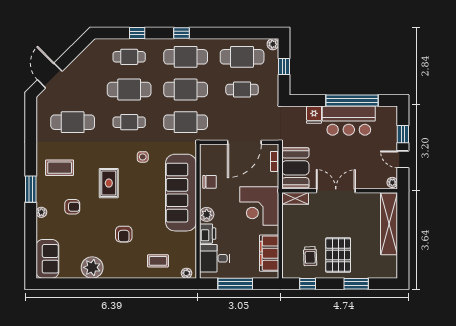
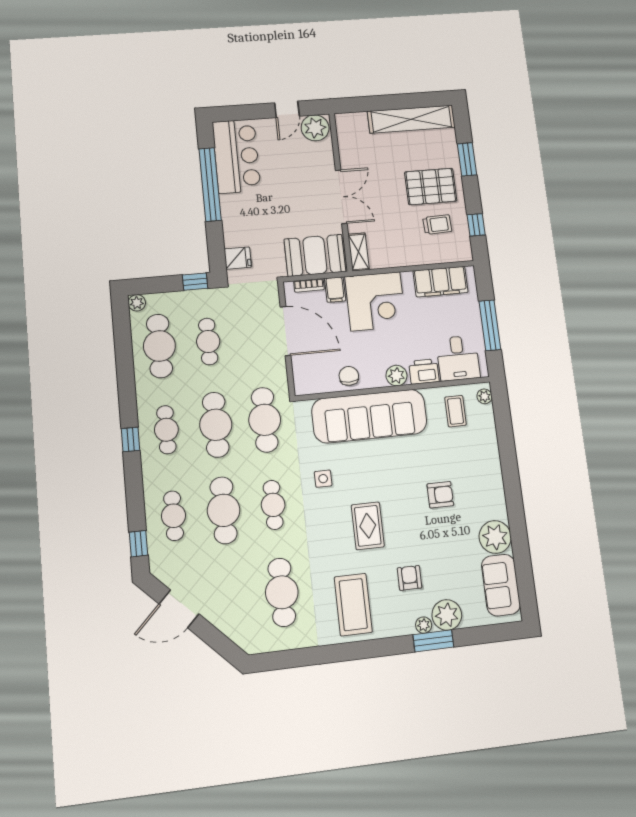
window: (137, 33) -> (139, 544), moved
cafe table: (186, 57) -> (166, 430), width x0.73, depth x0.74
window: (284, 67) -> (195, 282), moved
door: (50, 76) -> (179, 609), moved
fridge: (314, 115) -> (238, 258), moved
bar counter: (349, 121) -> (236, 156), moved
window: (403, 134) -> (251, 112), removed
coffee table: (60, 168) -> (353, 605), width x1.36, depth x1.32
filing cabinet: (270, 179) -> (335, 290), added
plant: (392, 182) -> (315, 128), width x1.88, depth x1.88
rug: (109, 183) -> (368, 526), turned 90
window: (31, 189) -> (433, 641), moved
double door: (336, 191) -> (341, 197), swing flipped
shelving: (389, 224) -> (411, 119), moved
plant: (46, 228) -> (447, 615), added
sofa: (47, 259) -> (501, 585), moved, turned -90
coffee table: (158, 261) -> (455, 411), moved

